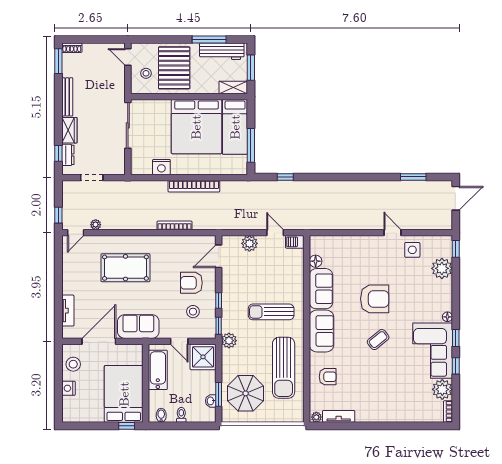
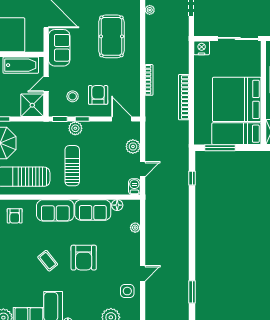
nightstand: (161, 167) -> (202, 48), moved, turned 90
plant: (341, 241) -> (135, 228), added
plant: (229, 341) -> (75, 128), moved

